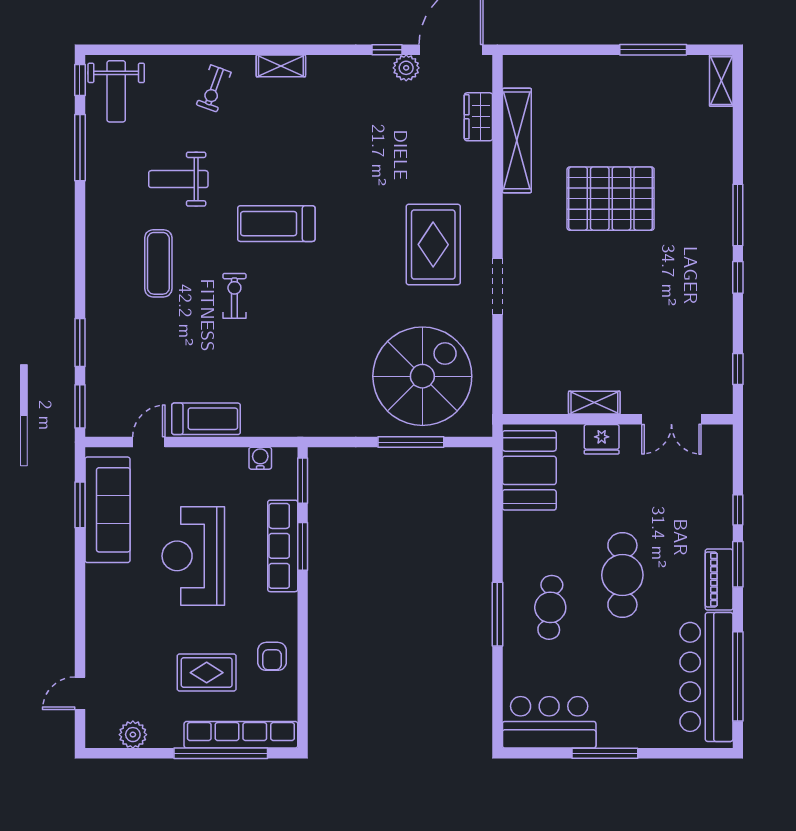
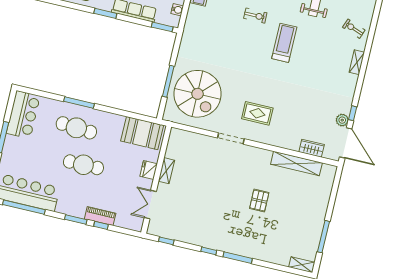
pallet: (611, 199) -> (259, 201), width x0.49, depth x0.50
rug: (433, 245) -> (257, 113), width x0.73, depth x0.70
window: (303, 546) -> (105, 13), moved
piano: (719, 580) -> (100, 216), moved
cafe table: (550, 607) -> (76, 128), width x1.37, depth x1.35

